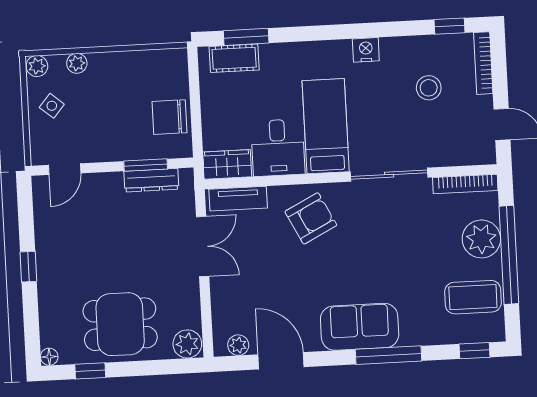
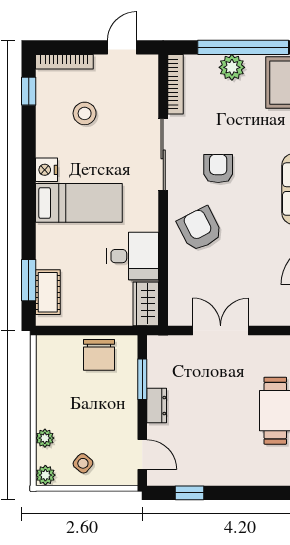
bed: (326, 126) -> (79, 203), moved, turned 180
dresser: (151, 180) -> (157, 406), moved, width x0.70
tv unit: (238, 199) -> (178, 295), removed
armchair: (377, 235) -> (218, 168), added
plant: (481, 239) -> (232, 67), width x0.73, depth x0.73
window: (28, 267) -> (189, 493), moved

